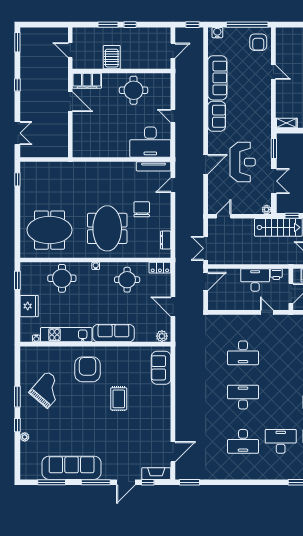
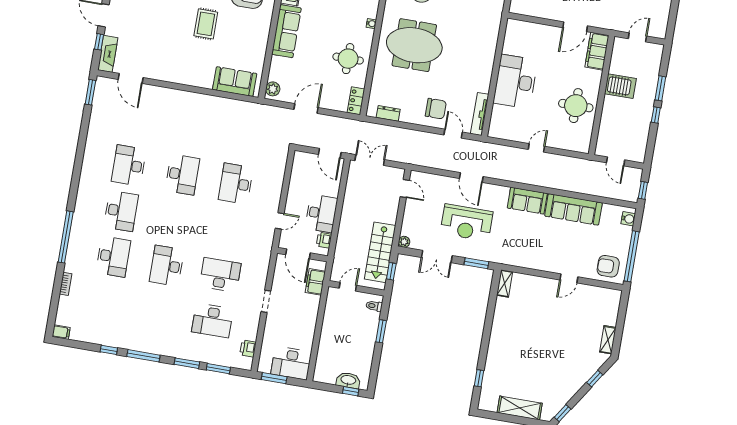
desk: (150, 142) -> (515, 82), moved
chair: (142, 209) -> (436, 109), moved
rug: (119, 399) -> (206, 24), turned 90

